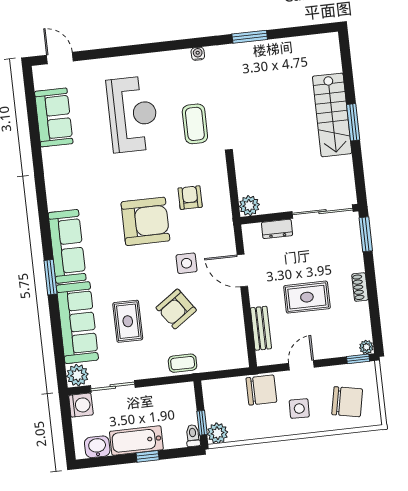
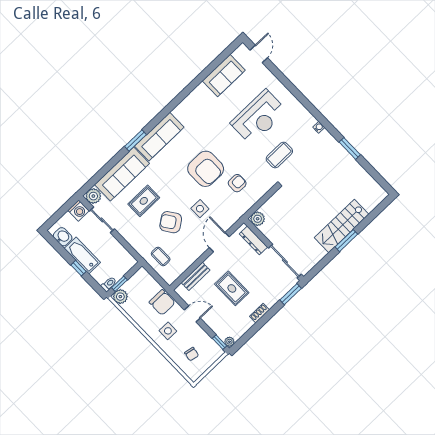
dresser: (277, 229) -> (253, 240), width x1.44
coffee table: (183, 363) -> (161, 256), moved
chair: (347, 402) -> (192, 354), width x0.54, depth x0.54

